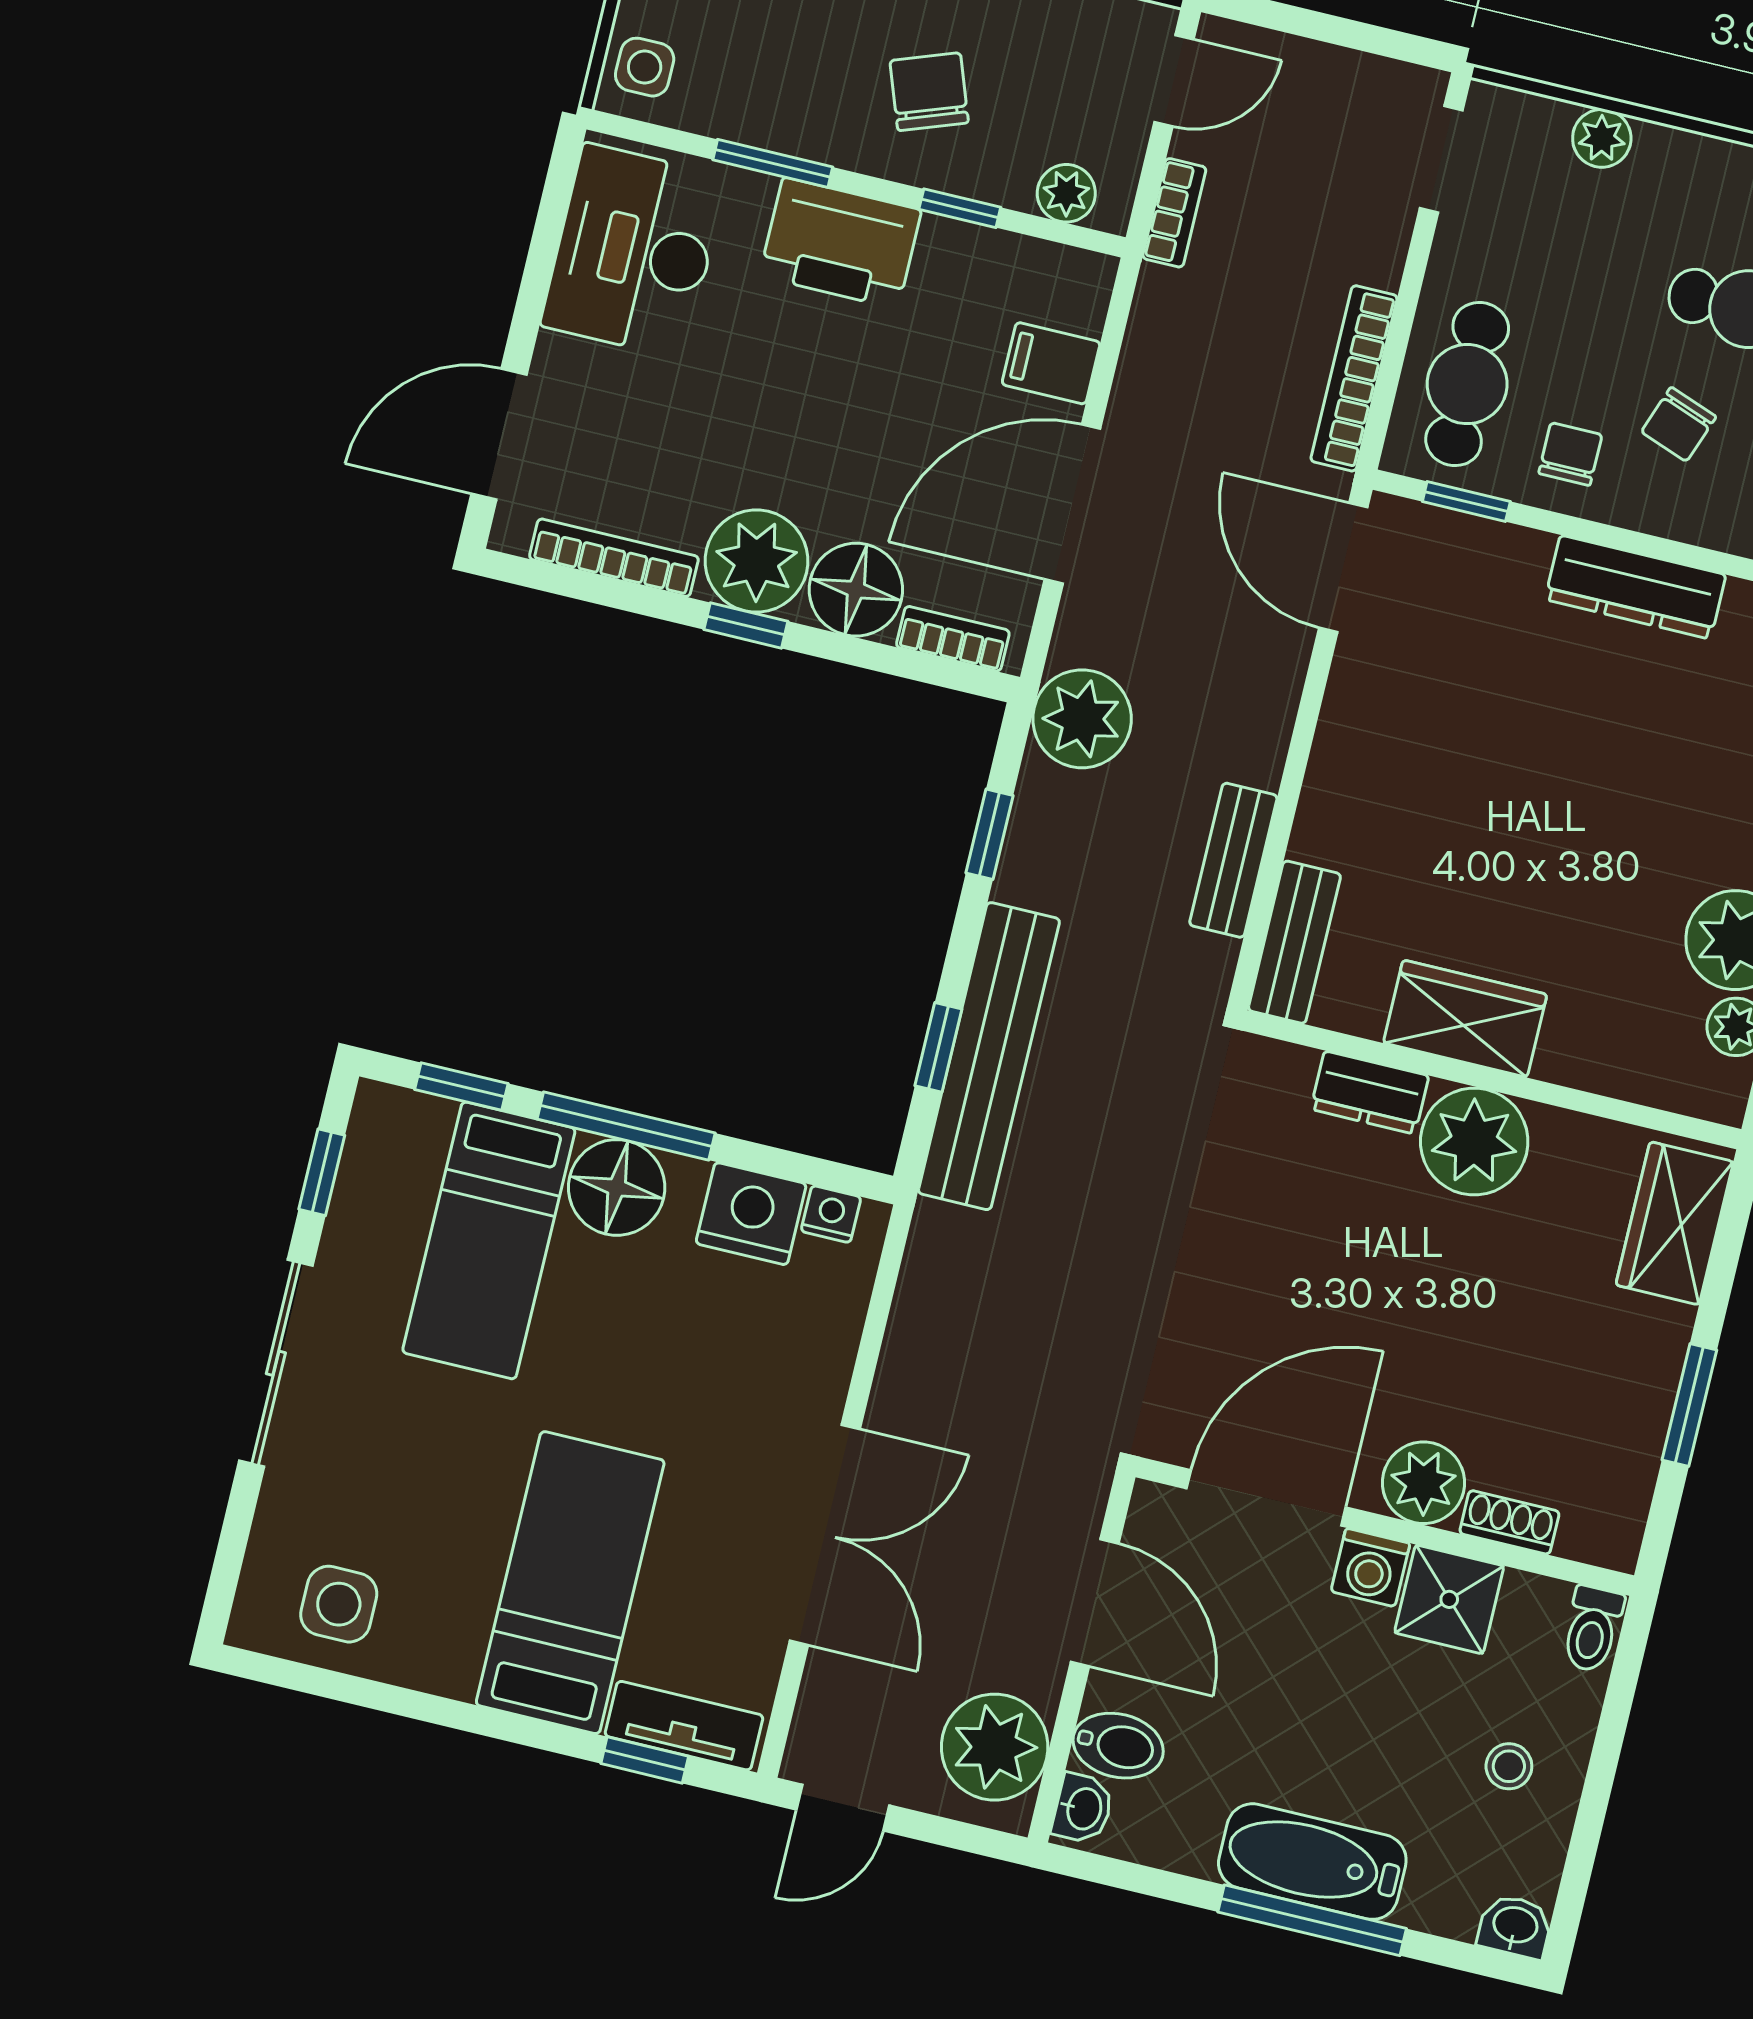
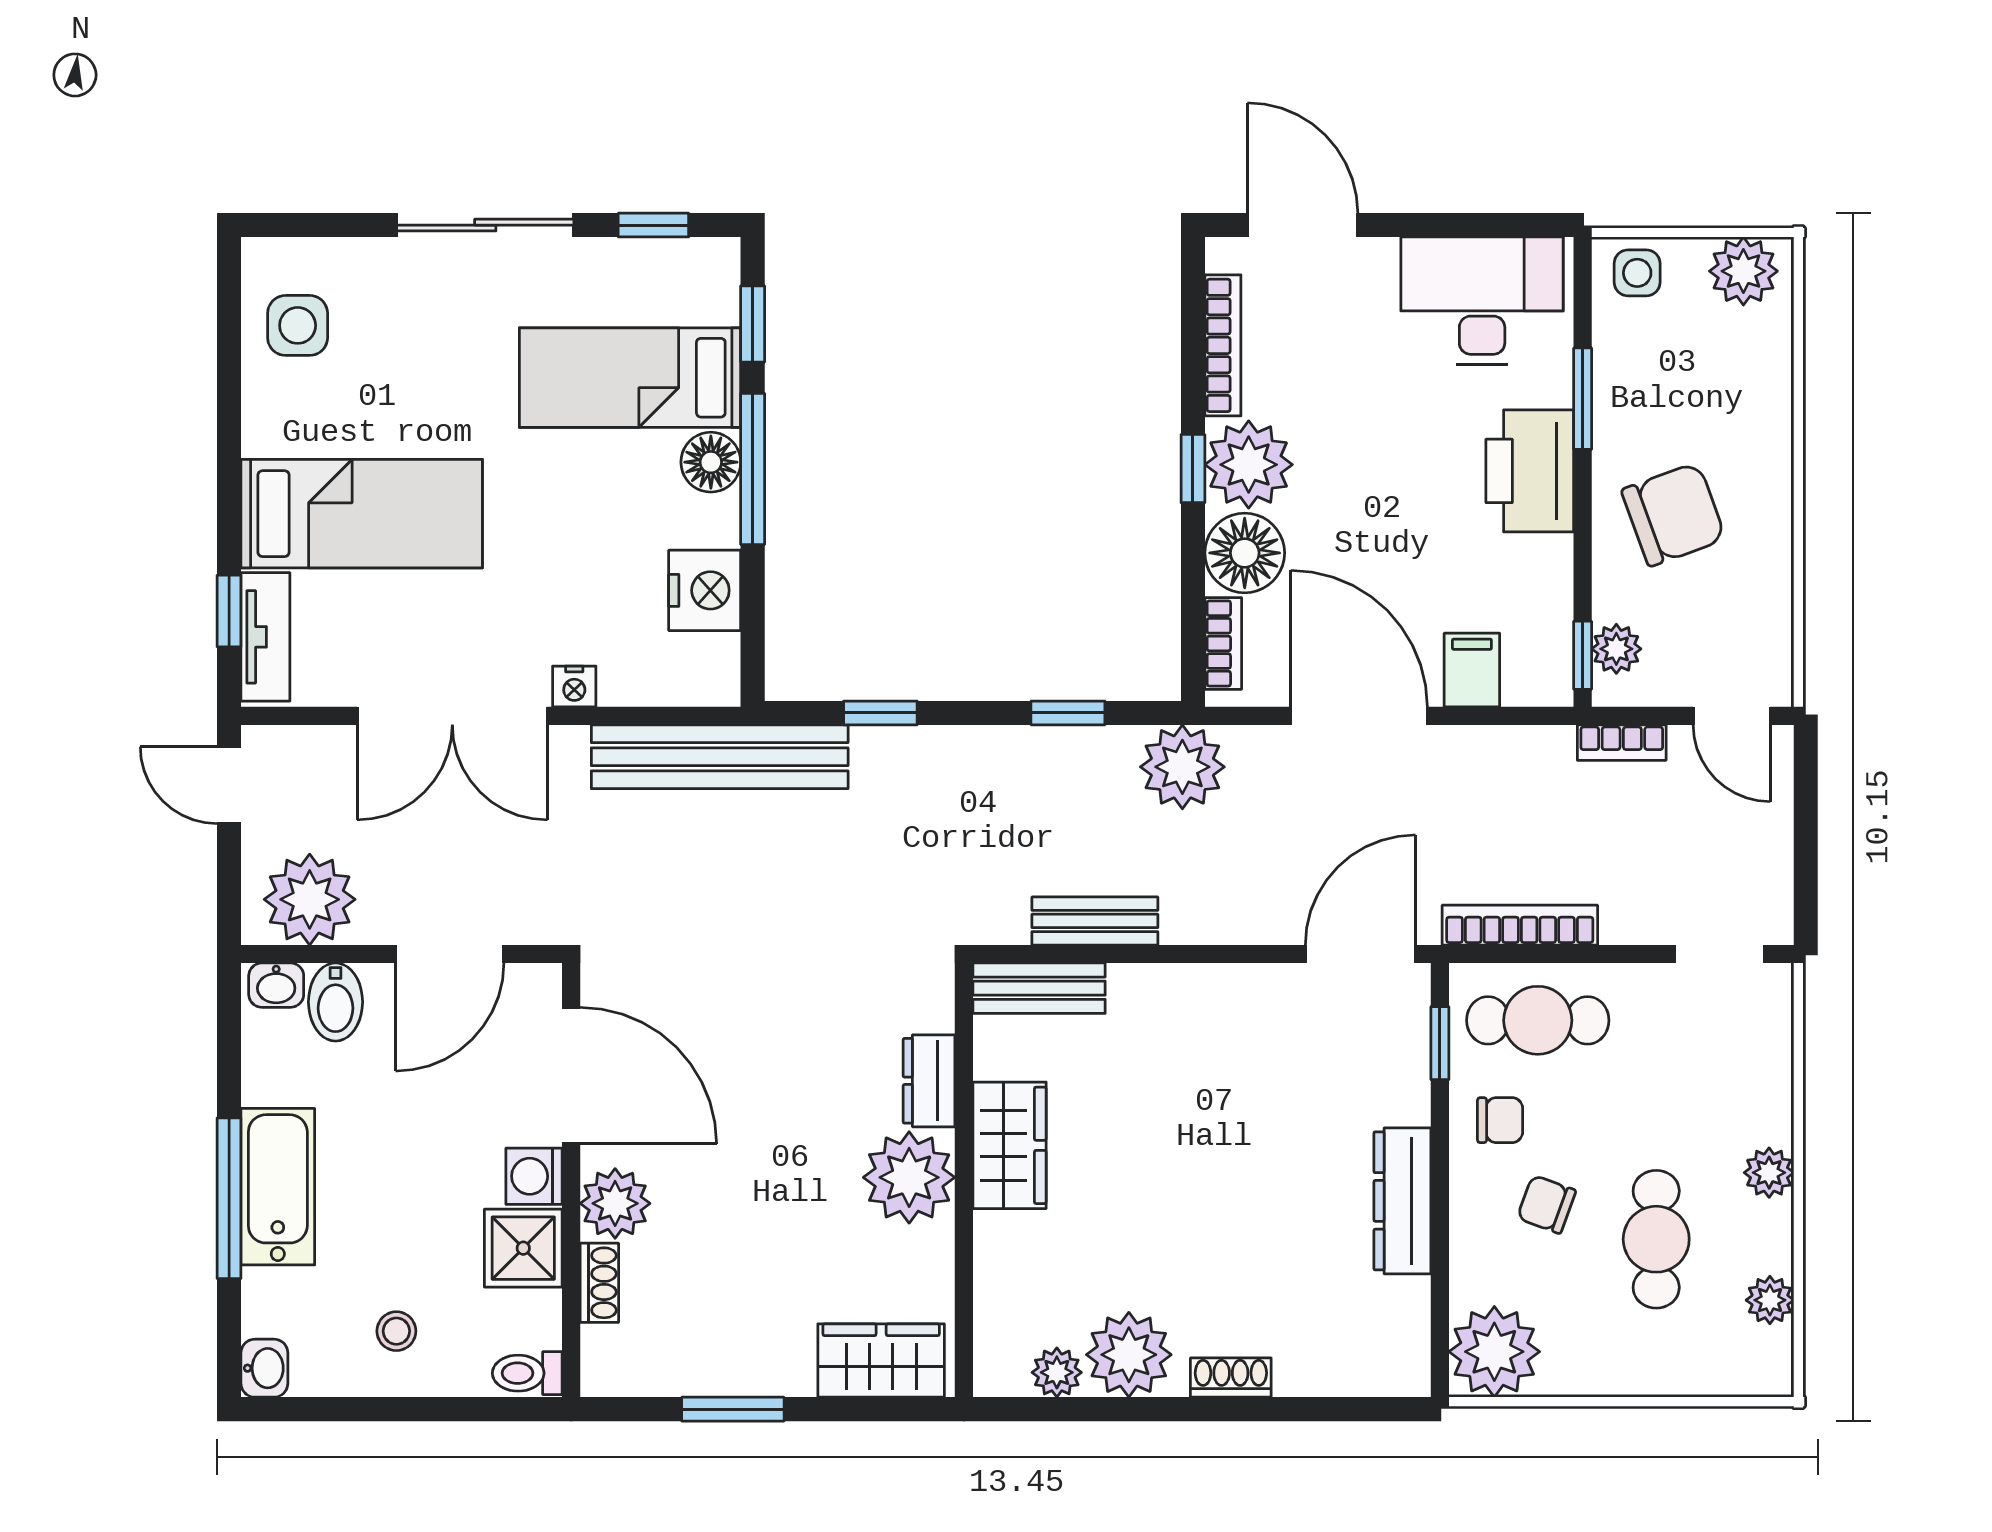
chair: (929, 92) -> (1674, 514), width x1.37, depth x1.37
plant: (1602, 138) -> (1769, 1173), moved
window: (960, 208) -> (1583, 655), moved
bench: (989, 1056) -> (720, 757), moved
floor lamp: (617, 1187) -> (711, 462), width x0.73, depth x0.73
nightstand: (831, 1214) -> (574, 687), moved, turned 90

